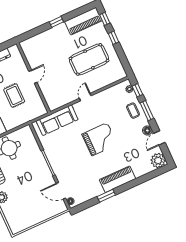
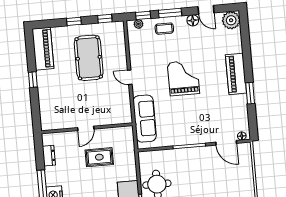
window: (105, 19) -> (105, 19), moved
door: (33, 77) -> (86, 128), swing flipped
door: (61, 191) -> (226, 143), hinge flipped

